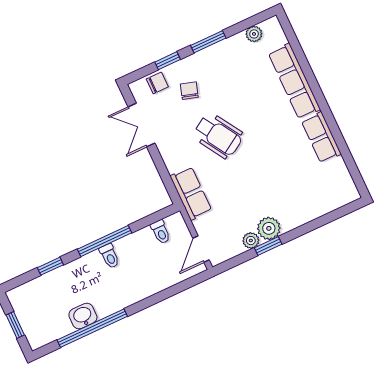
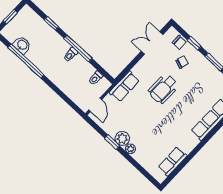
wheelchair: (218, 135) -> (163, 89), turned 32
row of seats: (321, 137) -> (172, 161), moved
plant: (251, 241) -> (130, 149), moved
door: (201, 249) -> (95, 105), swing flipped
washbasin: (83, 316) -> (22, 45), moved

